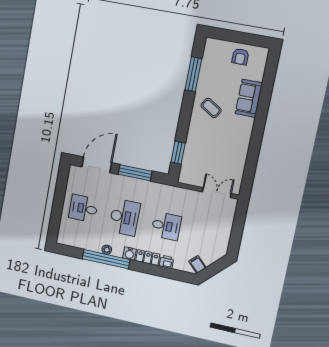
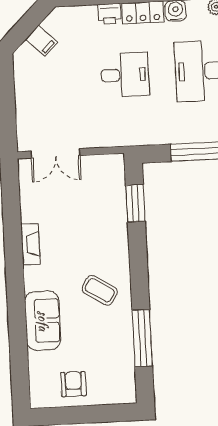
fireplace: (244, 144) -> (31, 244), added
desk: (166, 226) -> (125, 75), turned 180
filing cabinet: (197, 264) -> (42, 41), moved

